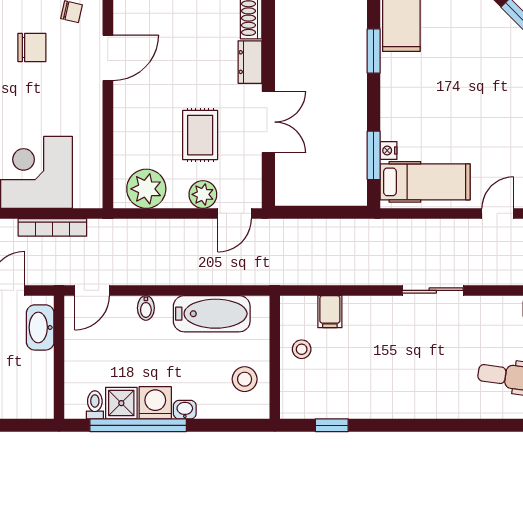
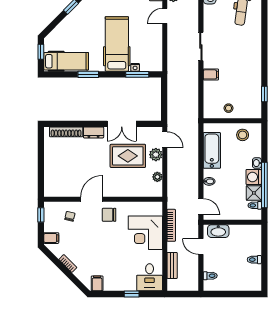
chair: (32, 48) -> (109, 215), moved, turned -90
door: (108, 58) -> (91, 199), hinge flipped
double door: (268, 122) -> (122, 124), swing flipped
rug: (200, 135) -> (128, 156), width x1.36, depth x1.43
hospital bed: (425, 182) -> (117, 44), moved, width x1.37, depth x1.29
plant: (146, 189) -> (157, 177), width x0.53, depth x0.53
door: (498, 213) -> (165, 16), hinge flipped
filing cabinet: (330, 312) -> (211, 74), moved

